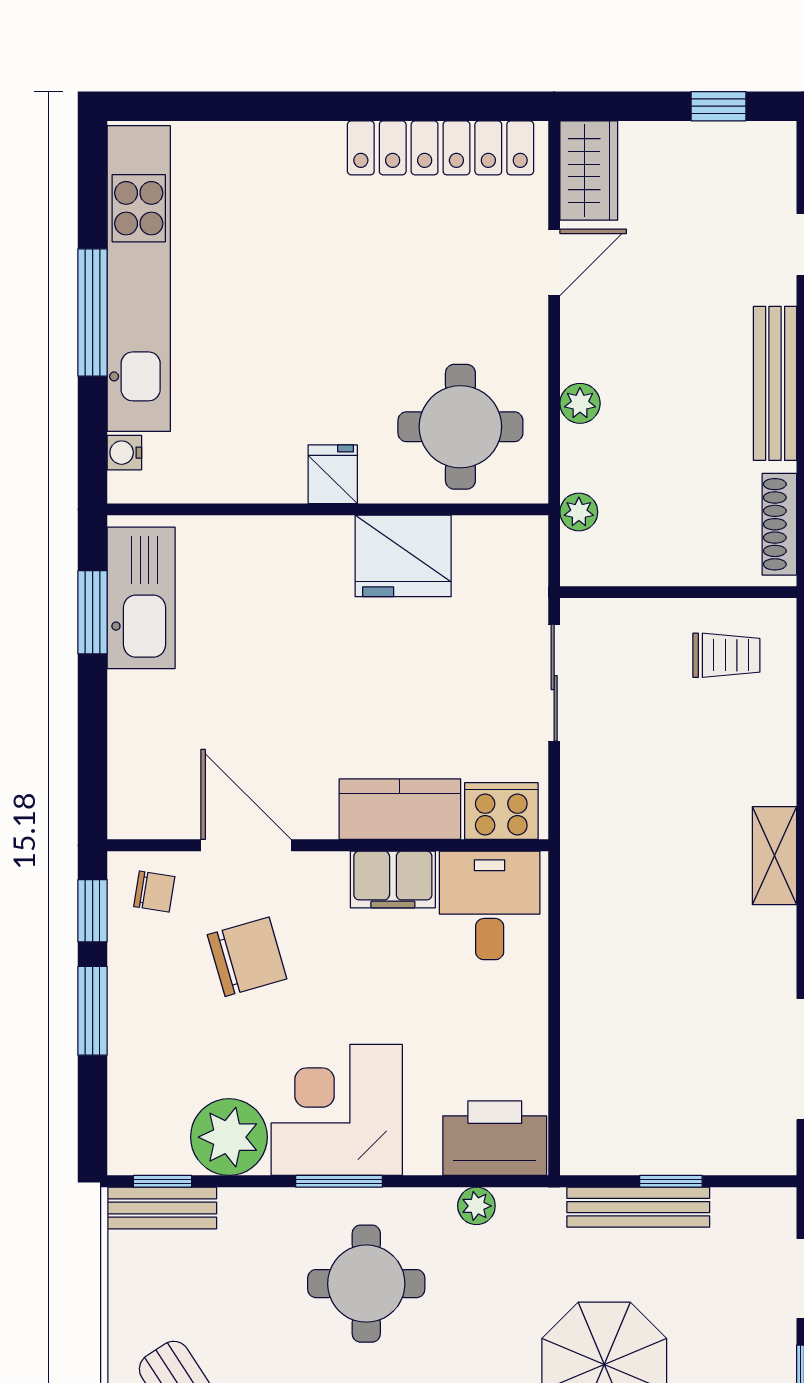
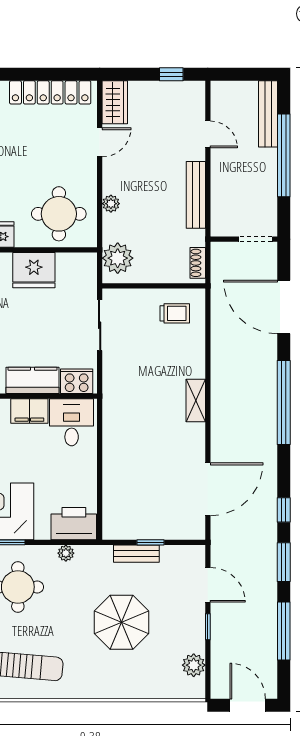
plant: (579, 512) -> (118, 258), width x1.88, depth x1.88
shoe rack: (779, 524) -> (198, 263), width x0.70
bench: (638, 1207) -> (136, 554), width x0.73

